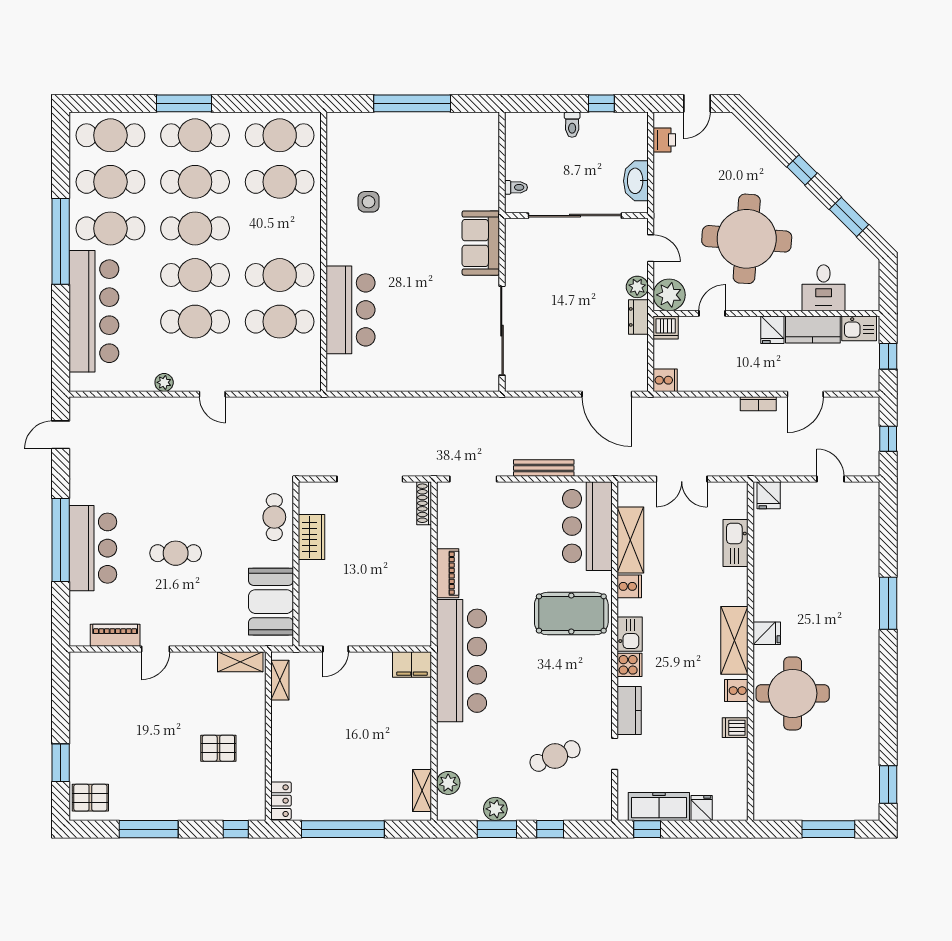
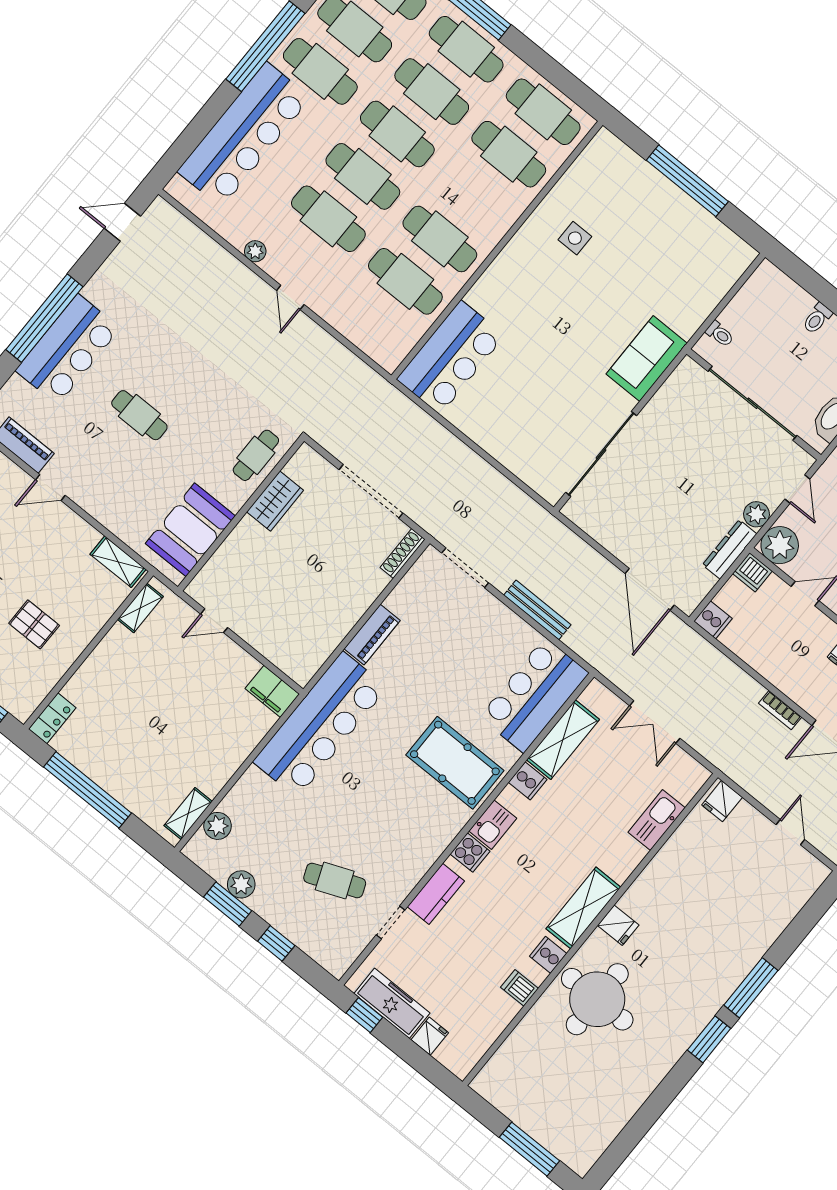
bar counter: (351, 310) -> (451, 357), moved
dresser: (638, 317) -> (730, 549), width x1.44
window: (888, 784) -> (709, 1039), moved

